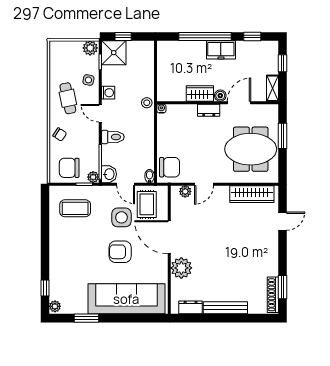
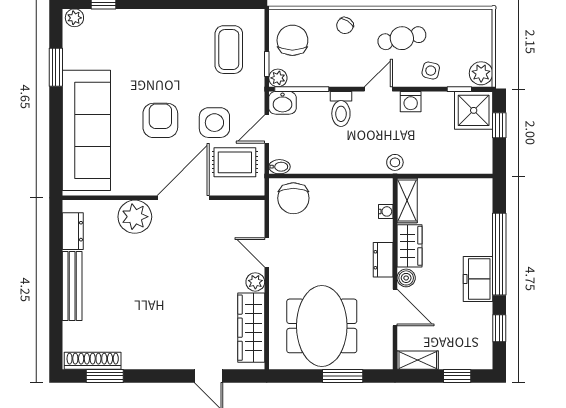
shelving: (171, 95) -> (407, 201), added
water cooler: (161, 109) -> (386, 211), moved
plant: (185, 191) -> (255, 282), moved

